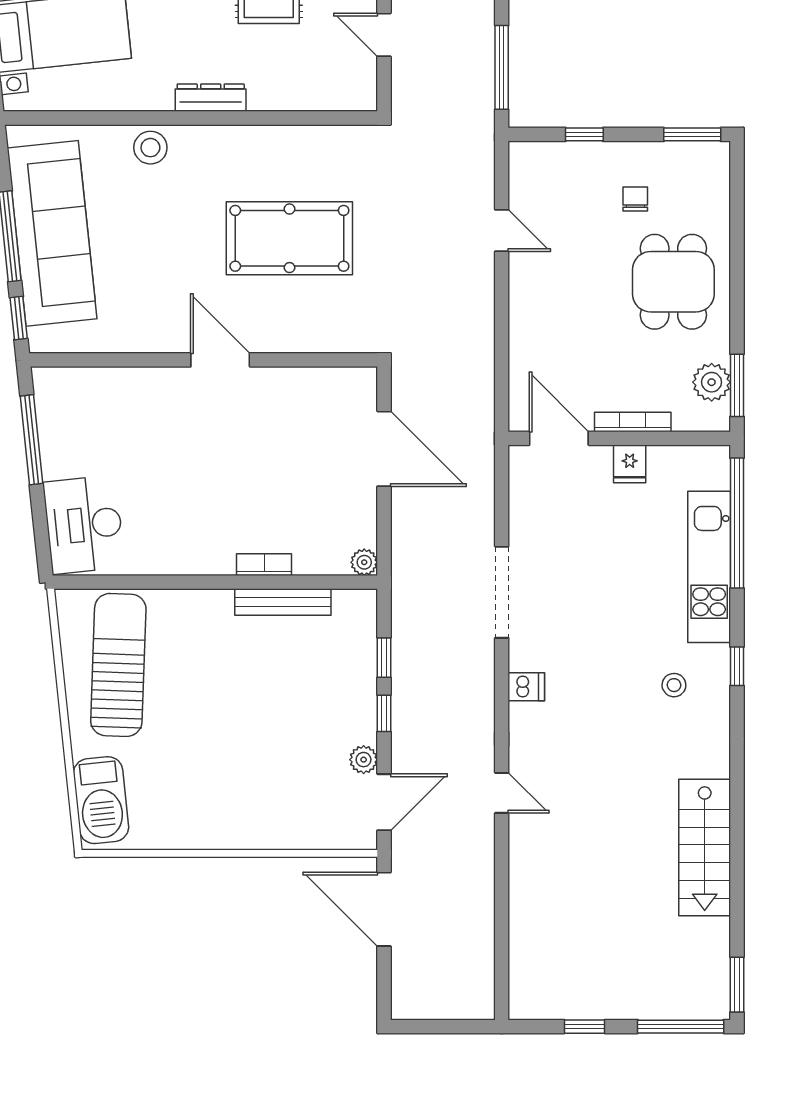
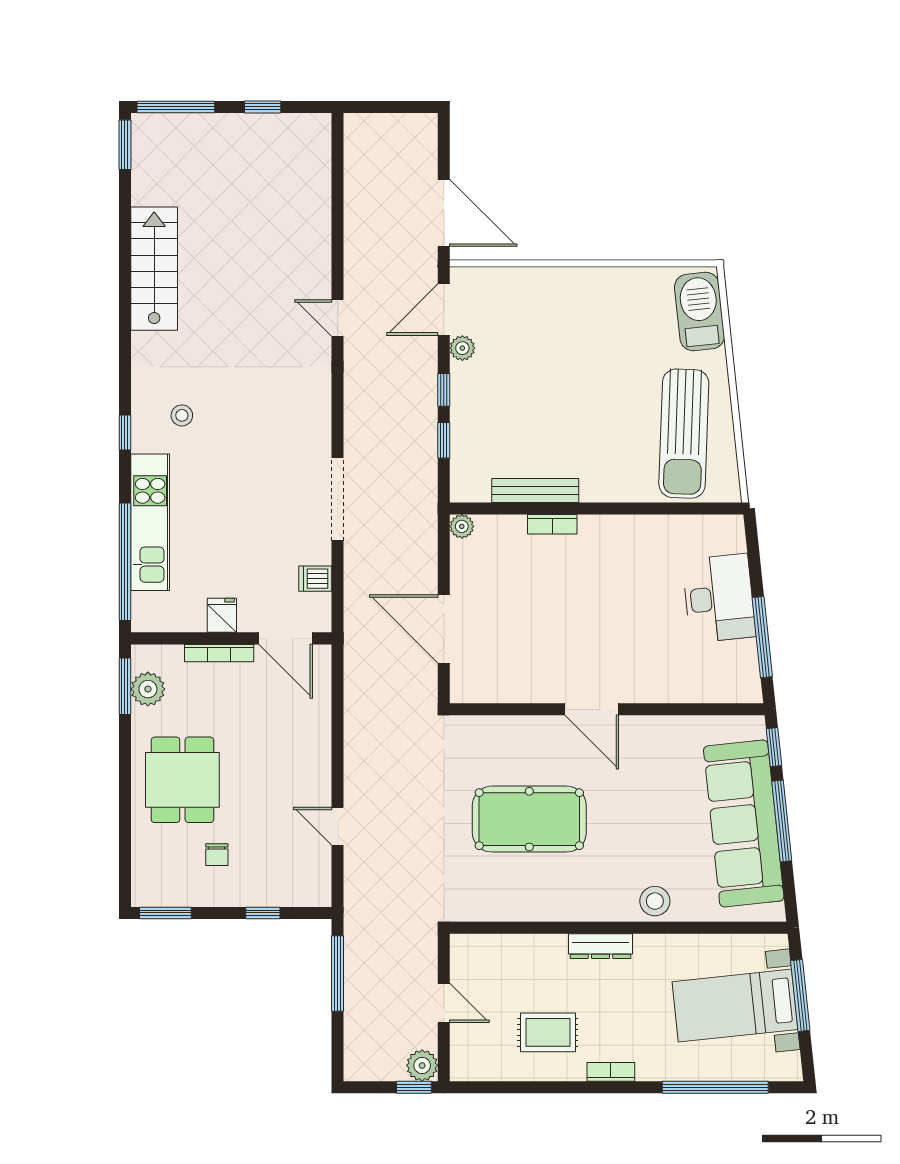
desk: (84, 525) -> (719, 598), moved
dishwasher: (526, 687) -> (315, 579), moved

